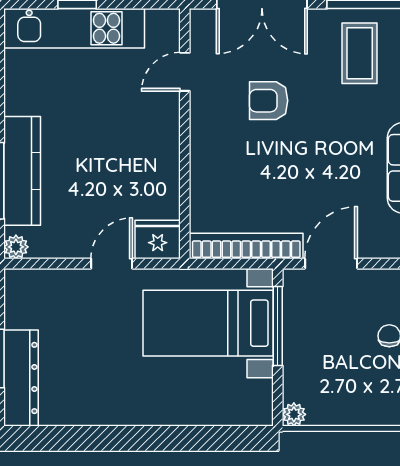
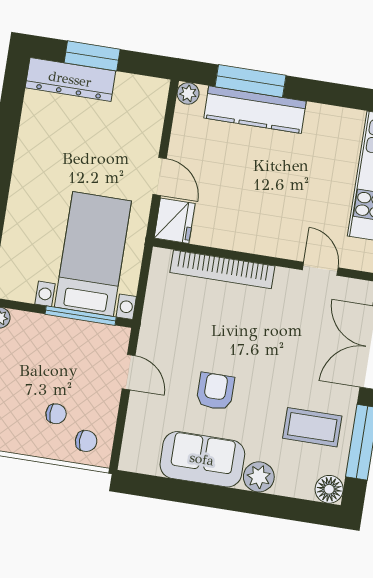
armchair: (269, 101) -> (215, 391), moved
bookcase: (246, 246) -> (222, 269), moved, turned 90
door: (331, 264) -> (129, 372), width x0.73

